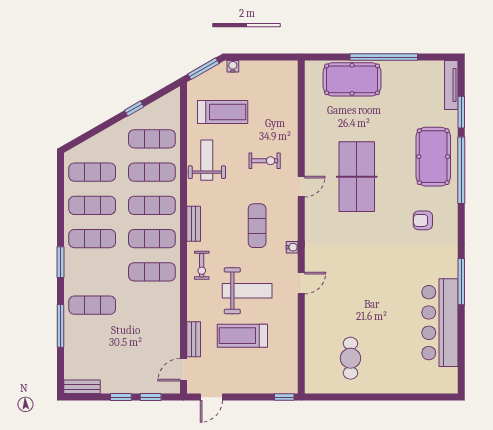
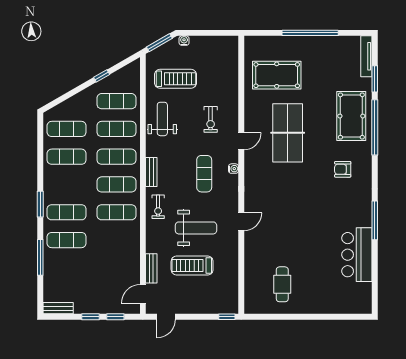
pool table: (352, 79) -> (277, 75), moved
exercise bike: (265, 161) -> (211, 119), turned 90
exercise mat: (92, 239) -> (67, 212), moved
water cooler: (292, 247) -> (234, 169), moved
bar counter: (440, 323) -> (357, 255), width x0.73

